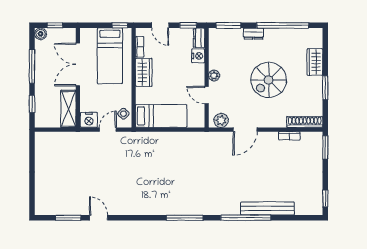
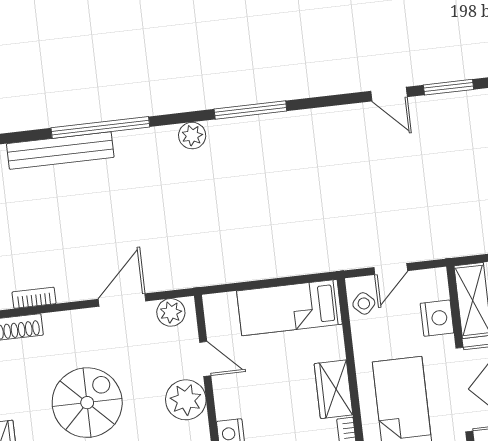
plant: (214, 76) -> (186, 400), width x1.87, depth x1.87
nightstand: (89, 120) -> (437, 318), moved, turned 90
plant: (200, 208) -> (192, 136), added
window: (185, 218) -> (250, 110), moved

